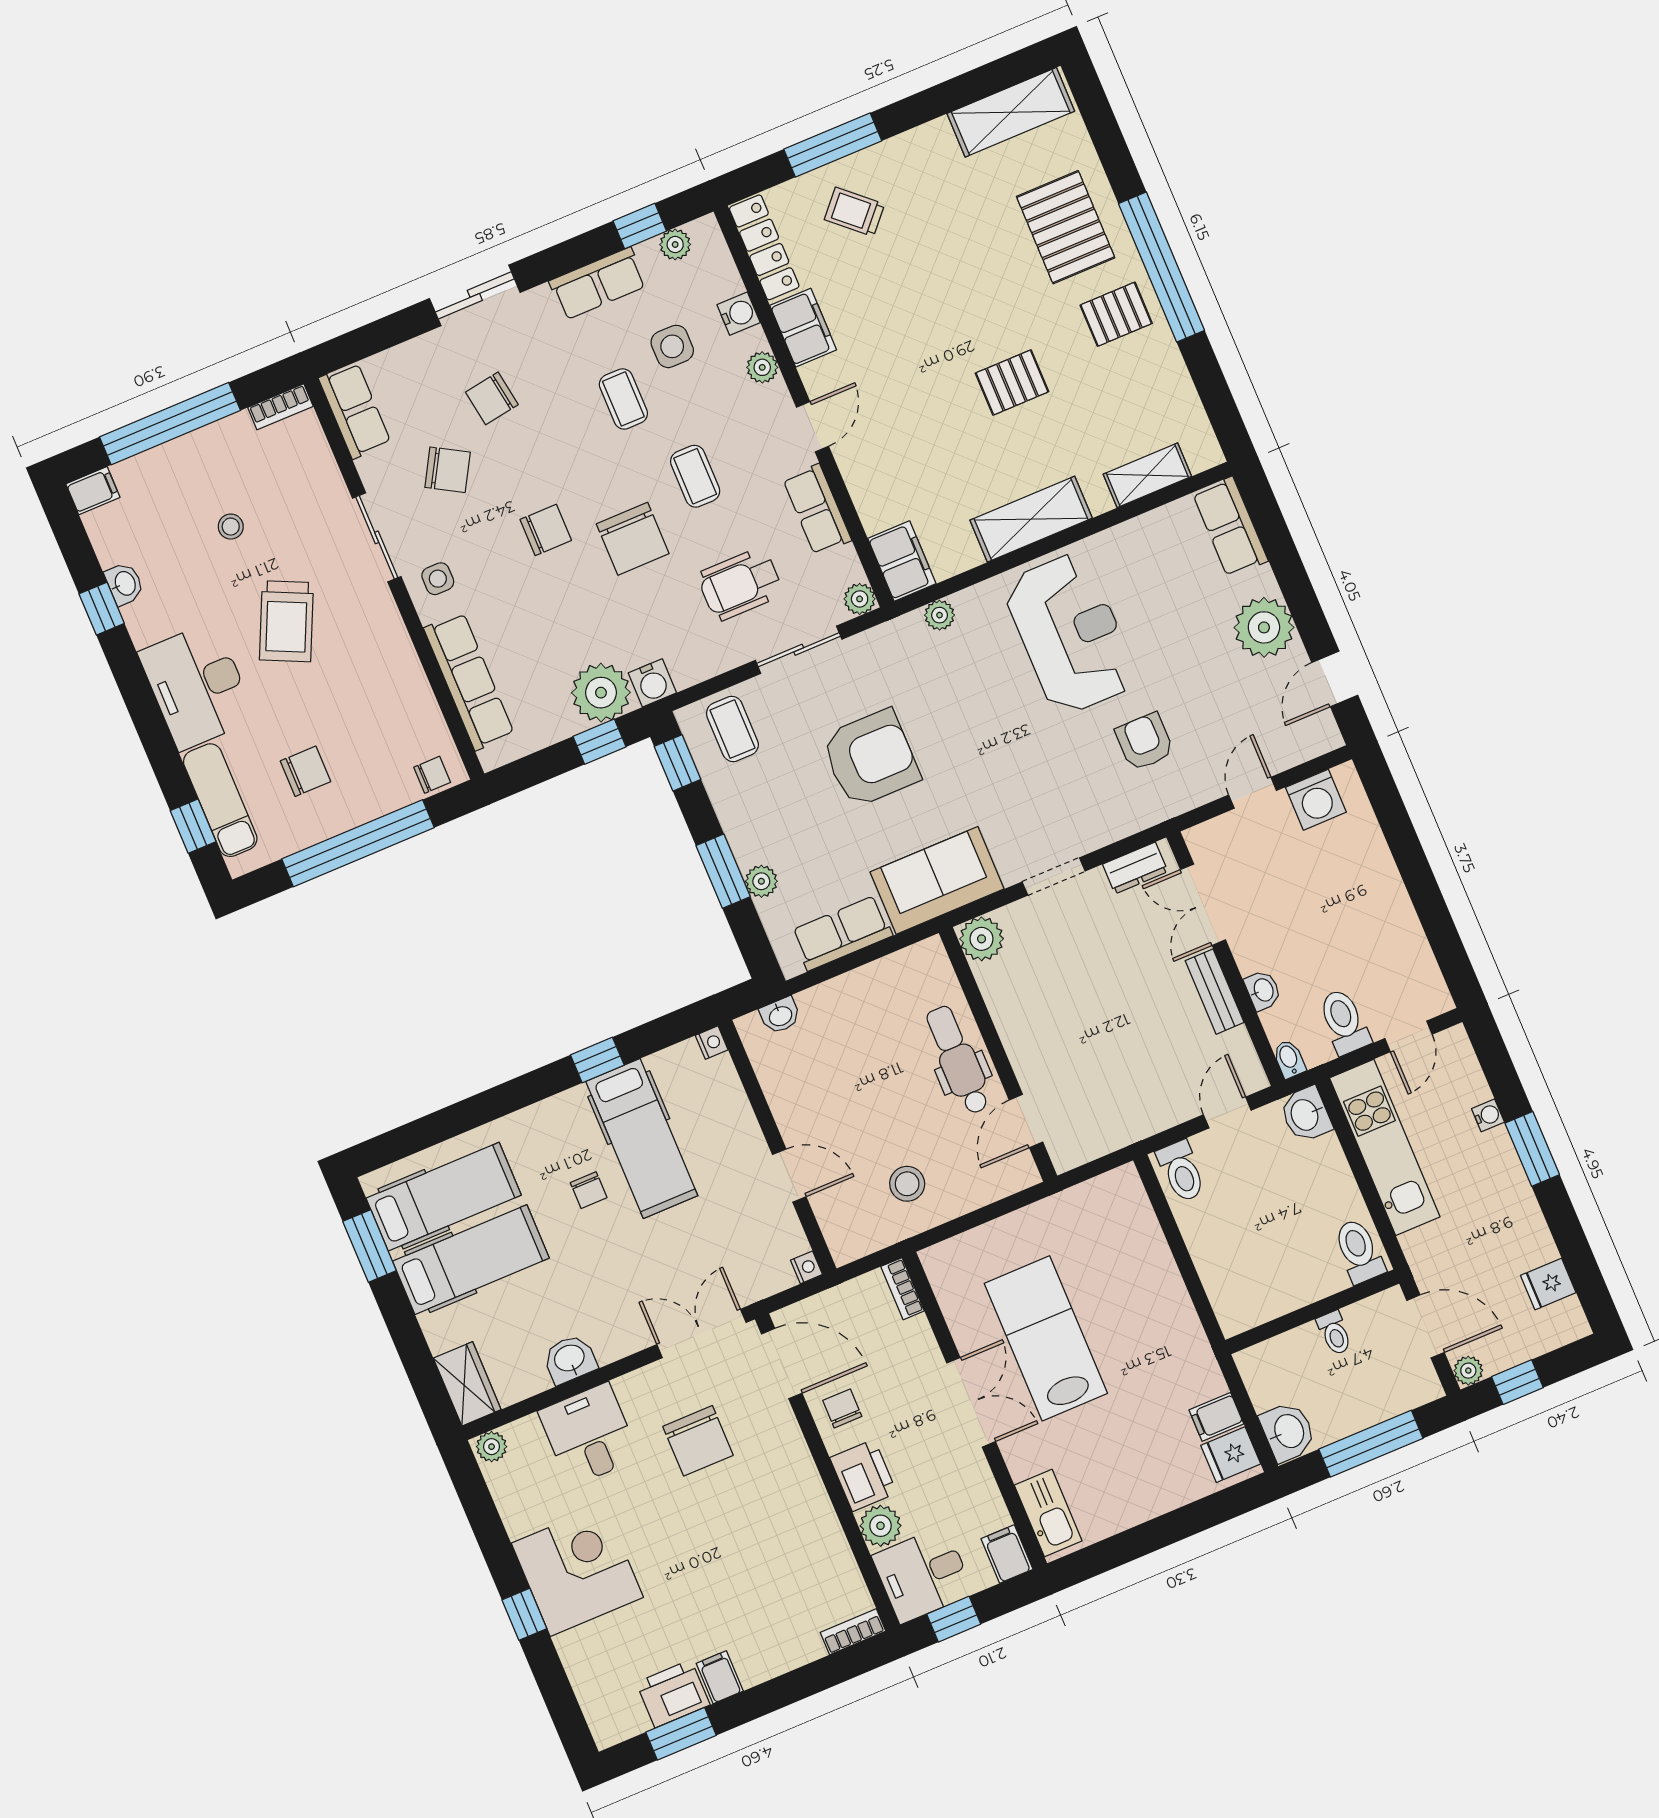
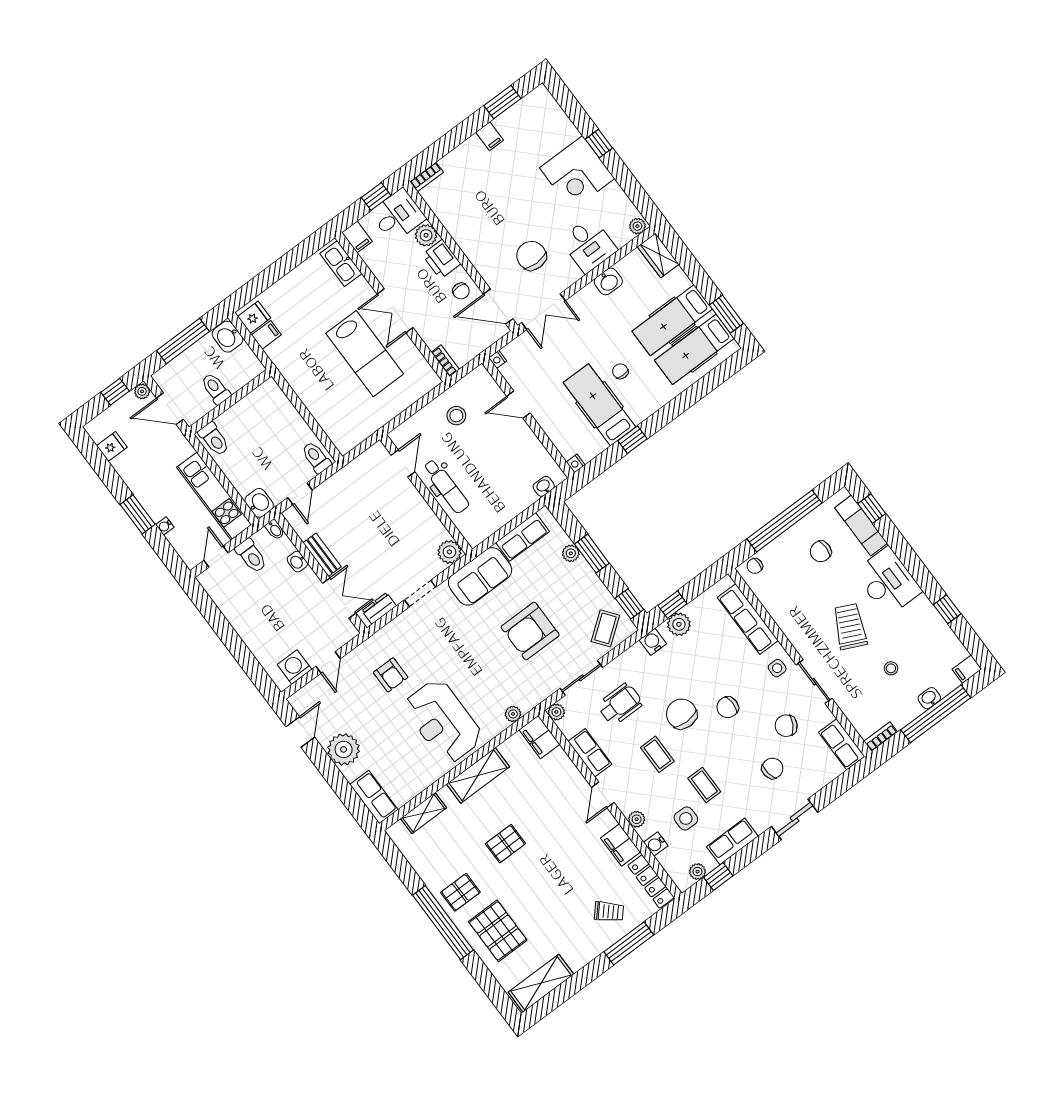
washbasin: (124, 584) -> (929, 698), moved, turned 90
plant: (601, 693) -> (679, 624), width x0.73, depth x0.73
coffee table: (732, 729) -> (605, 628), turned 53
toilet: (1334, 1333) -> (216, 389), width x1.37, depth x1.39
printer: (673, 1694) -> (512, 122), removed

